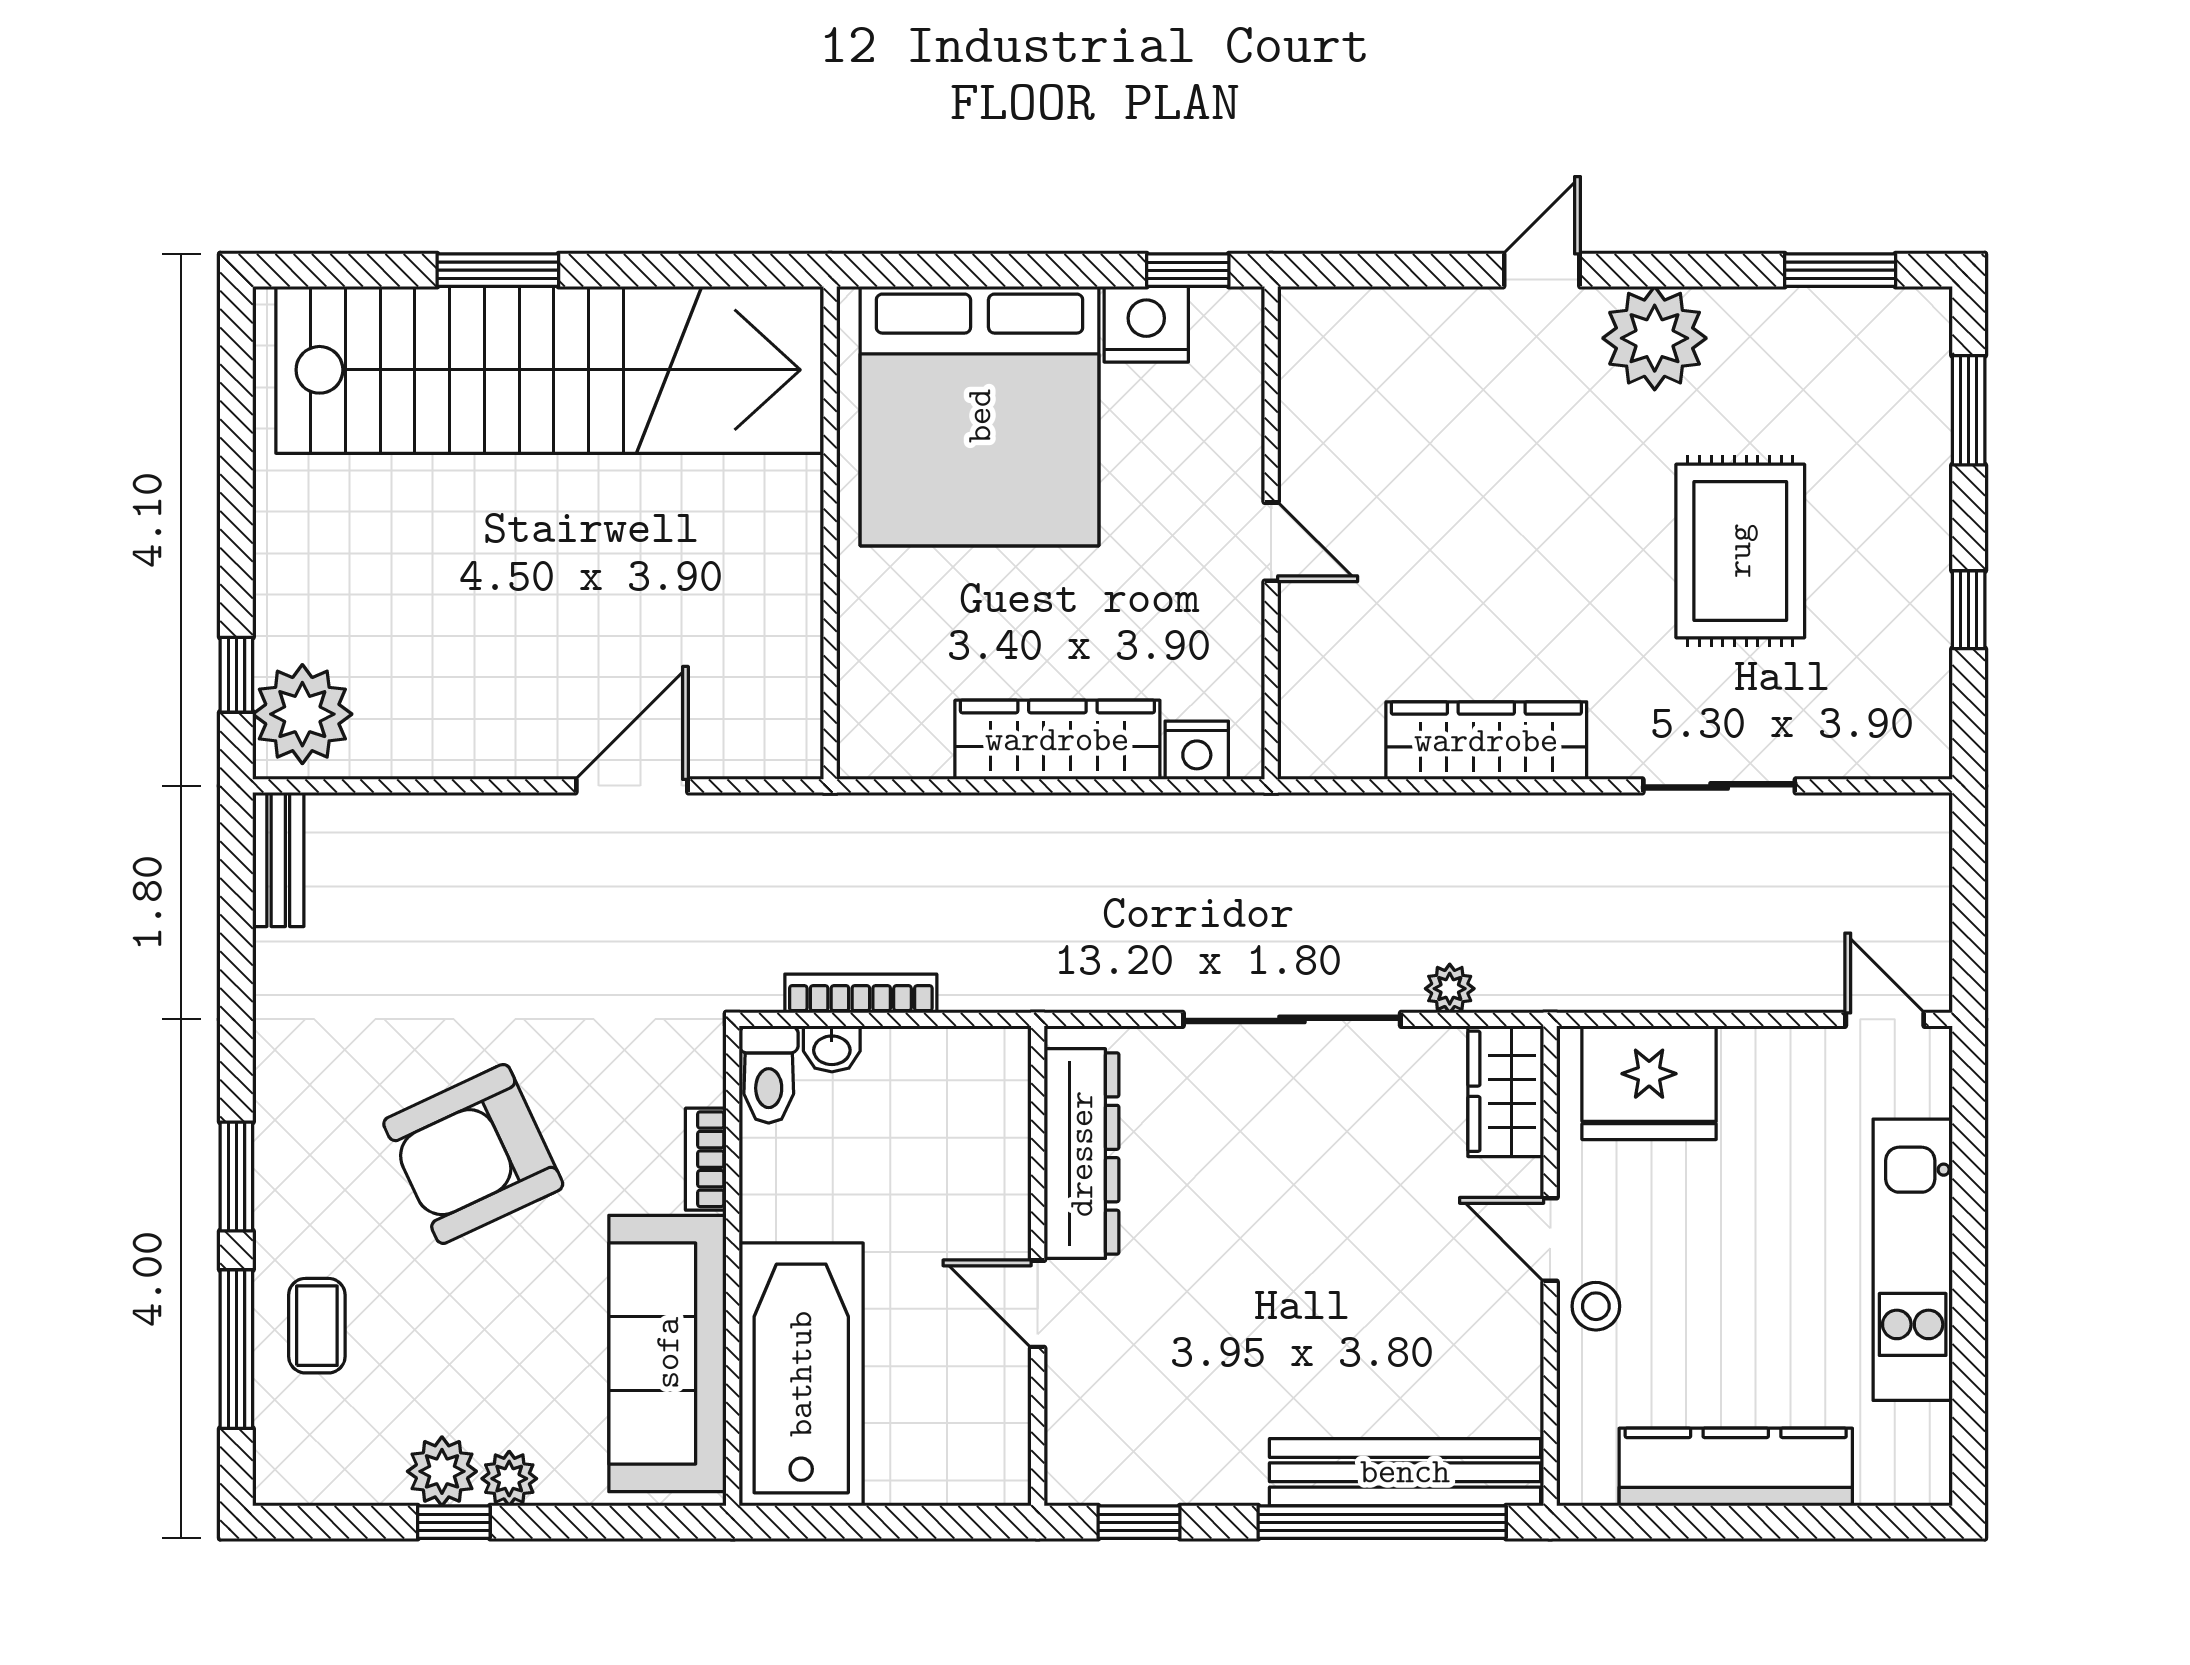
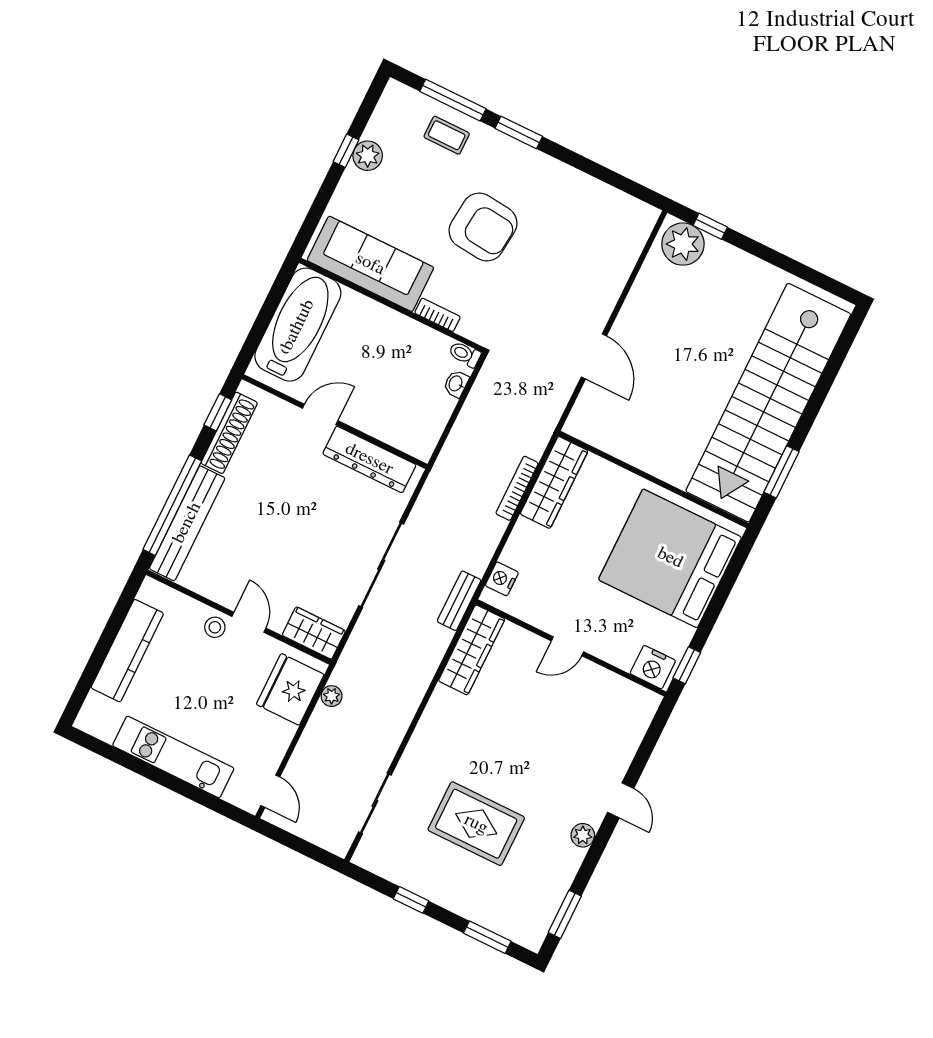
window: (498, 270) -> (782, 472), moved
nightstand: (1146, 324) -> (653, 667), moved, turned 90
plant: (1655, 338) -> (583, 835), width x0.53, depth x0.53
wardrobe: (1057, 740) -> (554, 482), moved
wardrobe: (1486, 741) -> (472, 650), moved
sliding door: (1719, 786) -> (375, 804), moved
bench: (278, 859) -> (459, 601), moved, turned 90
plant: (1450, 989) -> (332, 696), moved
bookcase: (861, 993) -> (517, 488), moved, turned 180
door: (1885, 1019) -> (270, 791), hinge flipped
toilet: (769, 1075) -> (465, 354), width x0.73, depth x0.72
armchair: (473, 1154) -> (483, 227), turned 121
door: (1550, 1239) -> (249, 622), hinge flipped
bathtub: (801, 1374) -> (298, 325), moved, turned -90
shoe rack: (1170, 1477) -> (229, 433), added
plant: (509, 1479) -> (352, 180), removed

